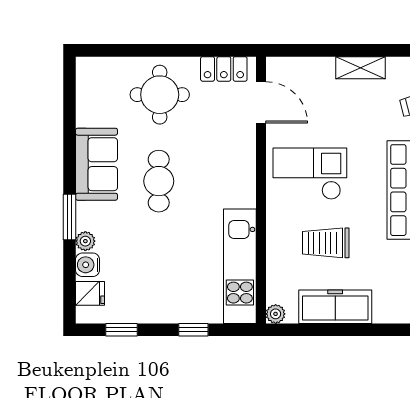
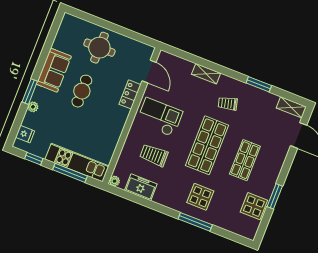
locker: (224, 69) -> (130, 94), moved, turned 90
water cooler: (88, 265) -> (29, 119), removed
kitchen unit: (240, 266) -> (77, 163), moved, turned 90
freezer: (335, 307) -> (141, 187), width x0.71
window: (193, 330) -> (70, 173), width x2.17

